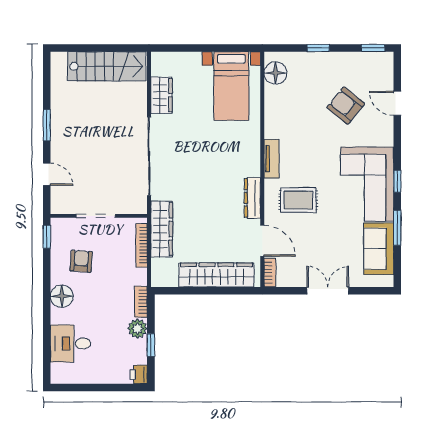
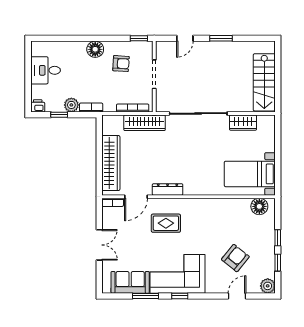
window: (373, 48) -> (278, 263), moved
plant: (384, 62) -> (268, 286), added
tv unit: (272, 159) -> (196, 204), removed
rug: (298, 200) -> (166, 223), turned 90
desk: (71, 344) -> (46, 70), moved, turned -90

